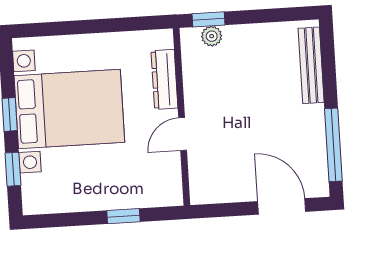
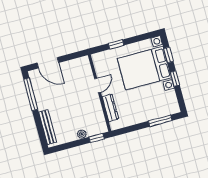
window: (61, 28) -> (160, 121), added
plant: (212, 36) -> (82, 134), moved
bed with nightstands: (69, 109) -> (144, 68), moved

